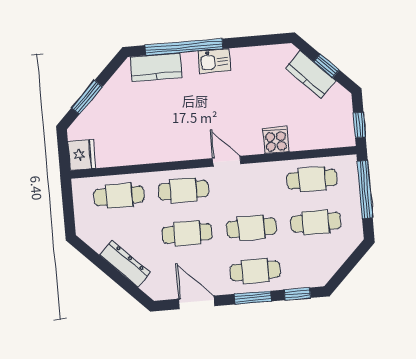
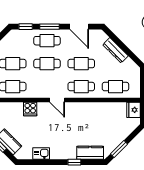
window: (184, 47) -> (74, 162), width x0.32
kitchen sink: (214, 61) -> (41, 153), moved
window: (87, 97) -> (119, 149), moved

